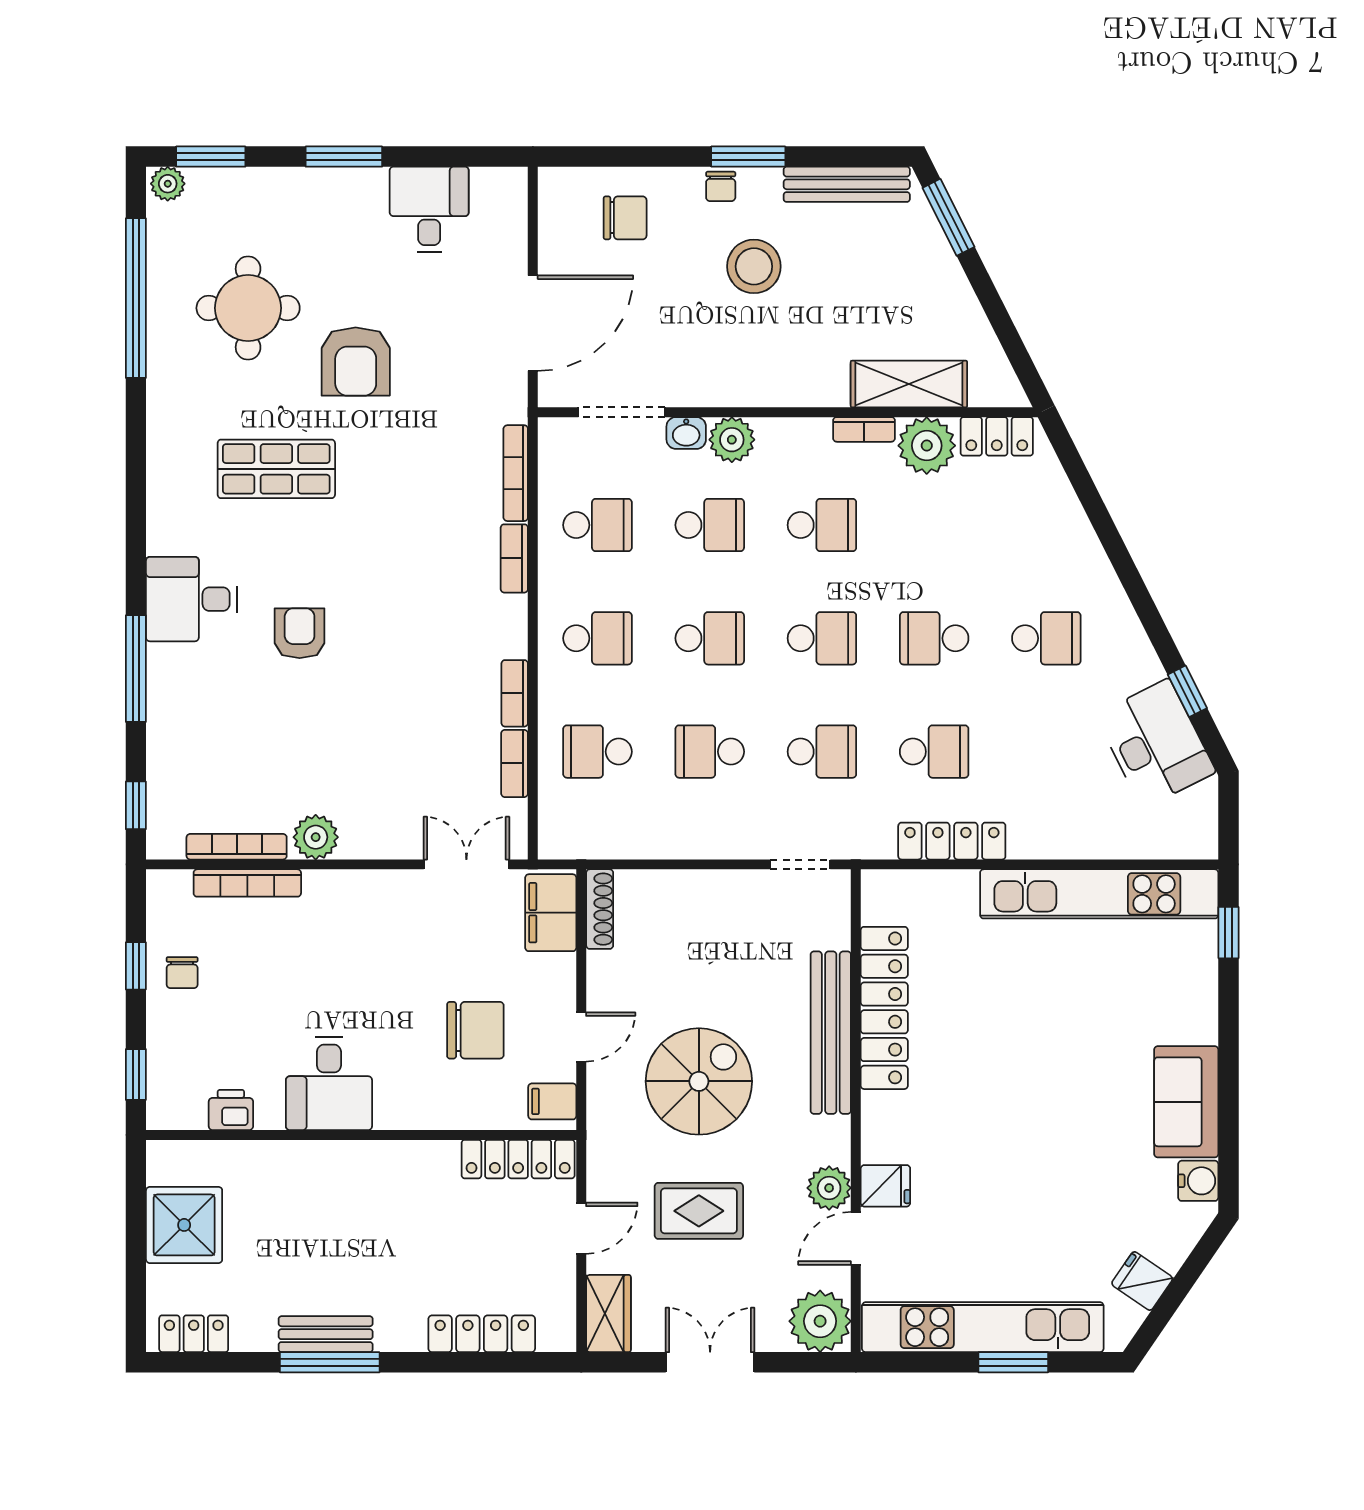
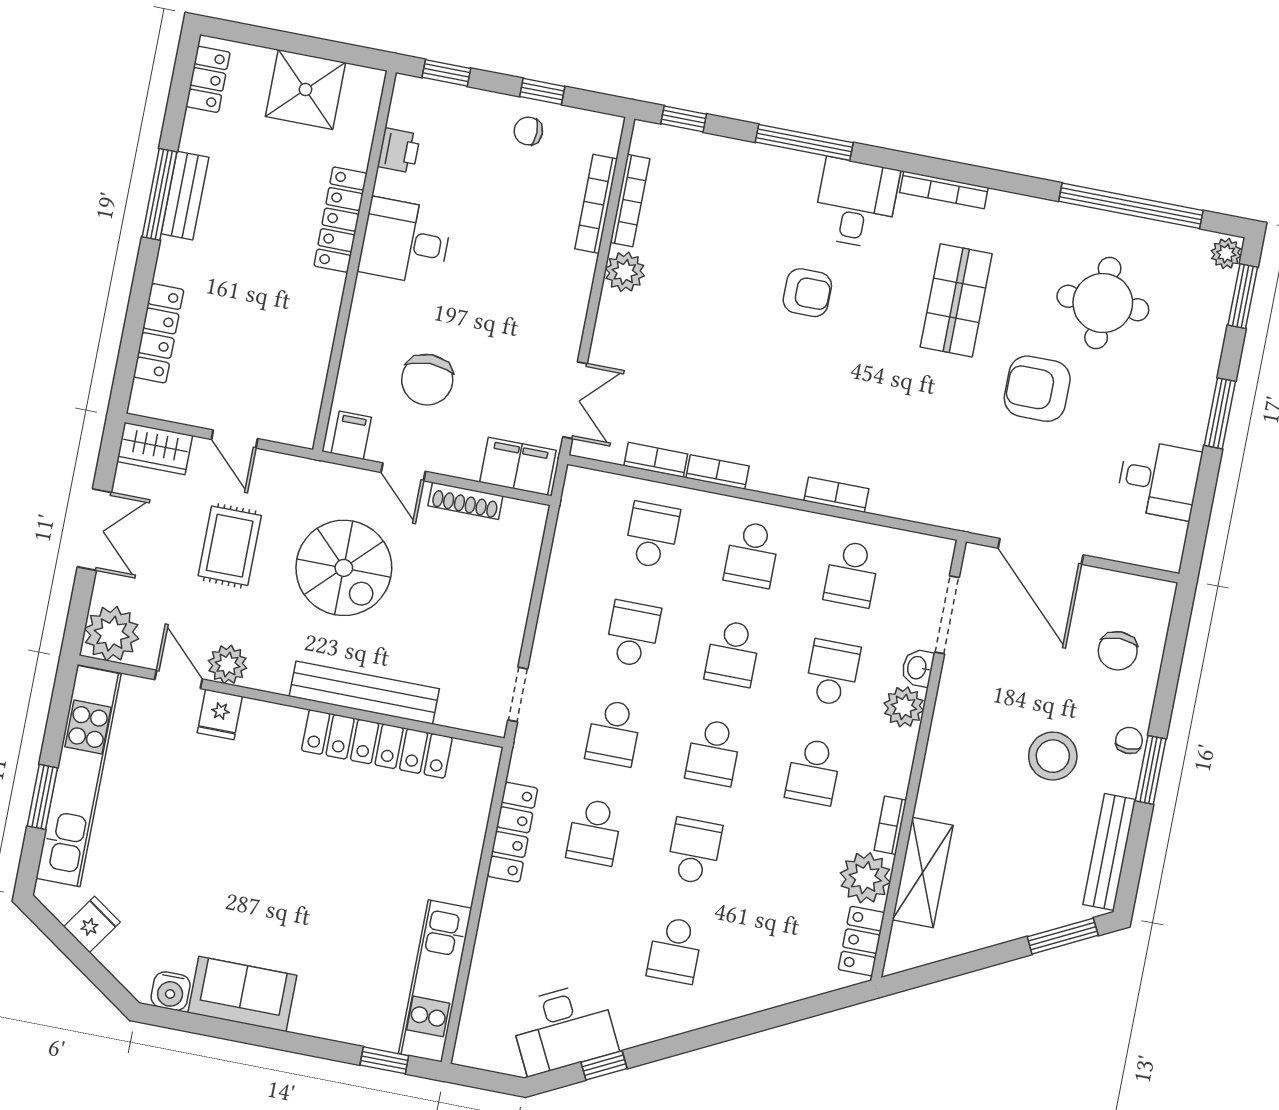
chair: (721, 186) -> (1129, 740), turned 90
bookcase: (516, 473) -> (944, 190), moved, turned 180
school desk: (710, 525) -> (832, 673), turned 180
kitchen unit: (1099, 894) -> (435, 981), width x0.73
shoe rack: (600, 909) -> (465, 501), moved
locker: (518, 1159) -> (340, 220), moved

